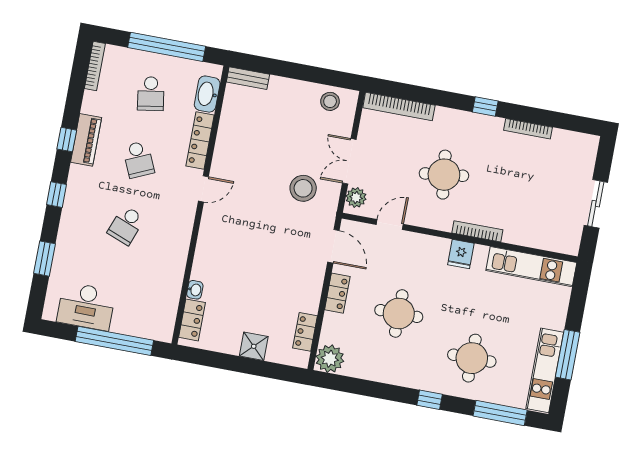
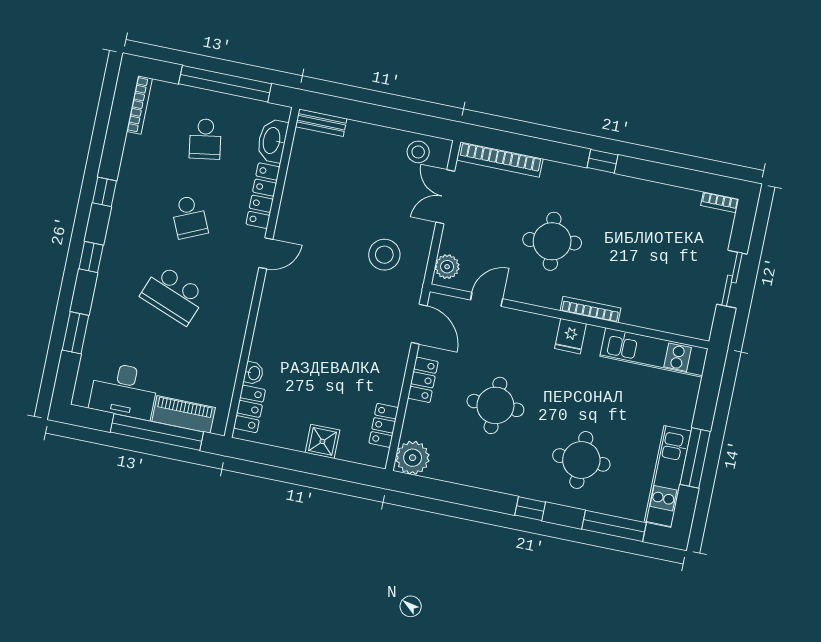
bookcase: (528, 129) -> (720, 202), moved, width x0.64
piano: (86, 140) -> (184, 414), moved, turned -90
double door: (349, 161) -> (445, 197), moved
school desk: (126, 225) -> (173, 295), width x1.85

